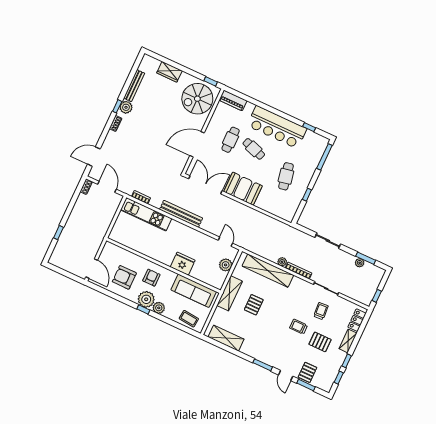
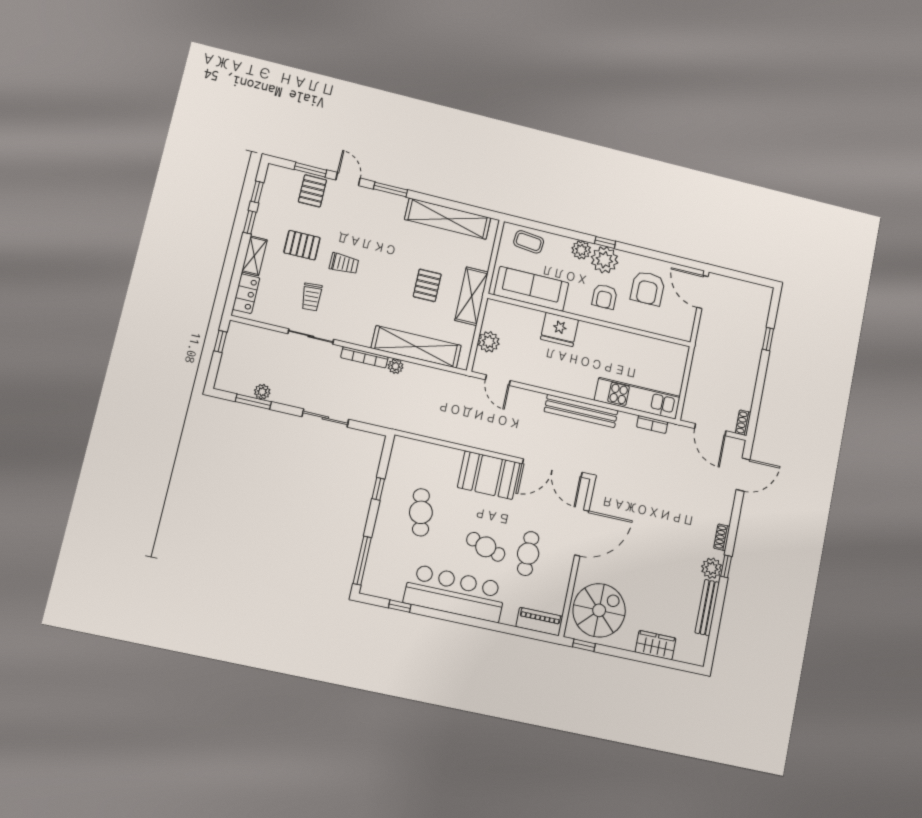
armchair: (124, 277) -> (648, 288), turned 90
shelving: (226, 338) -> (448, 219), width x1.47

